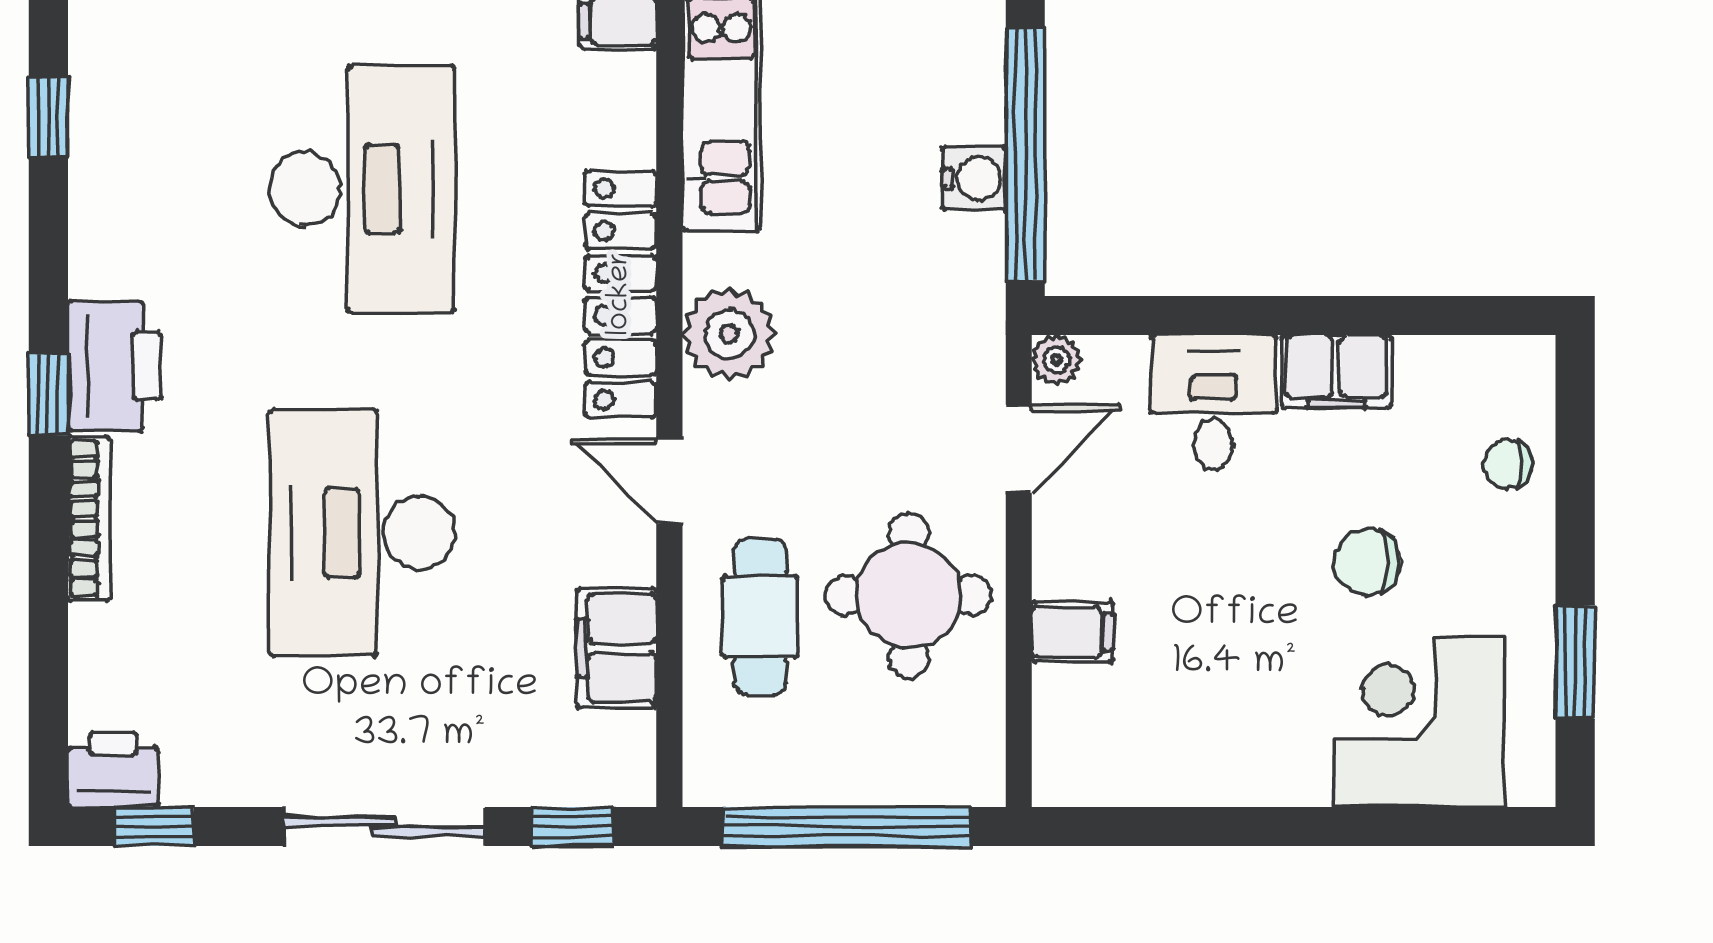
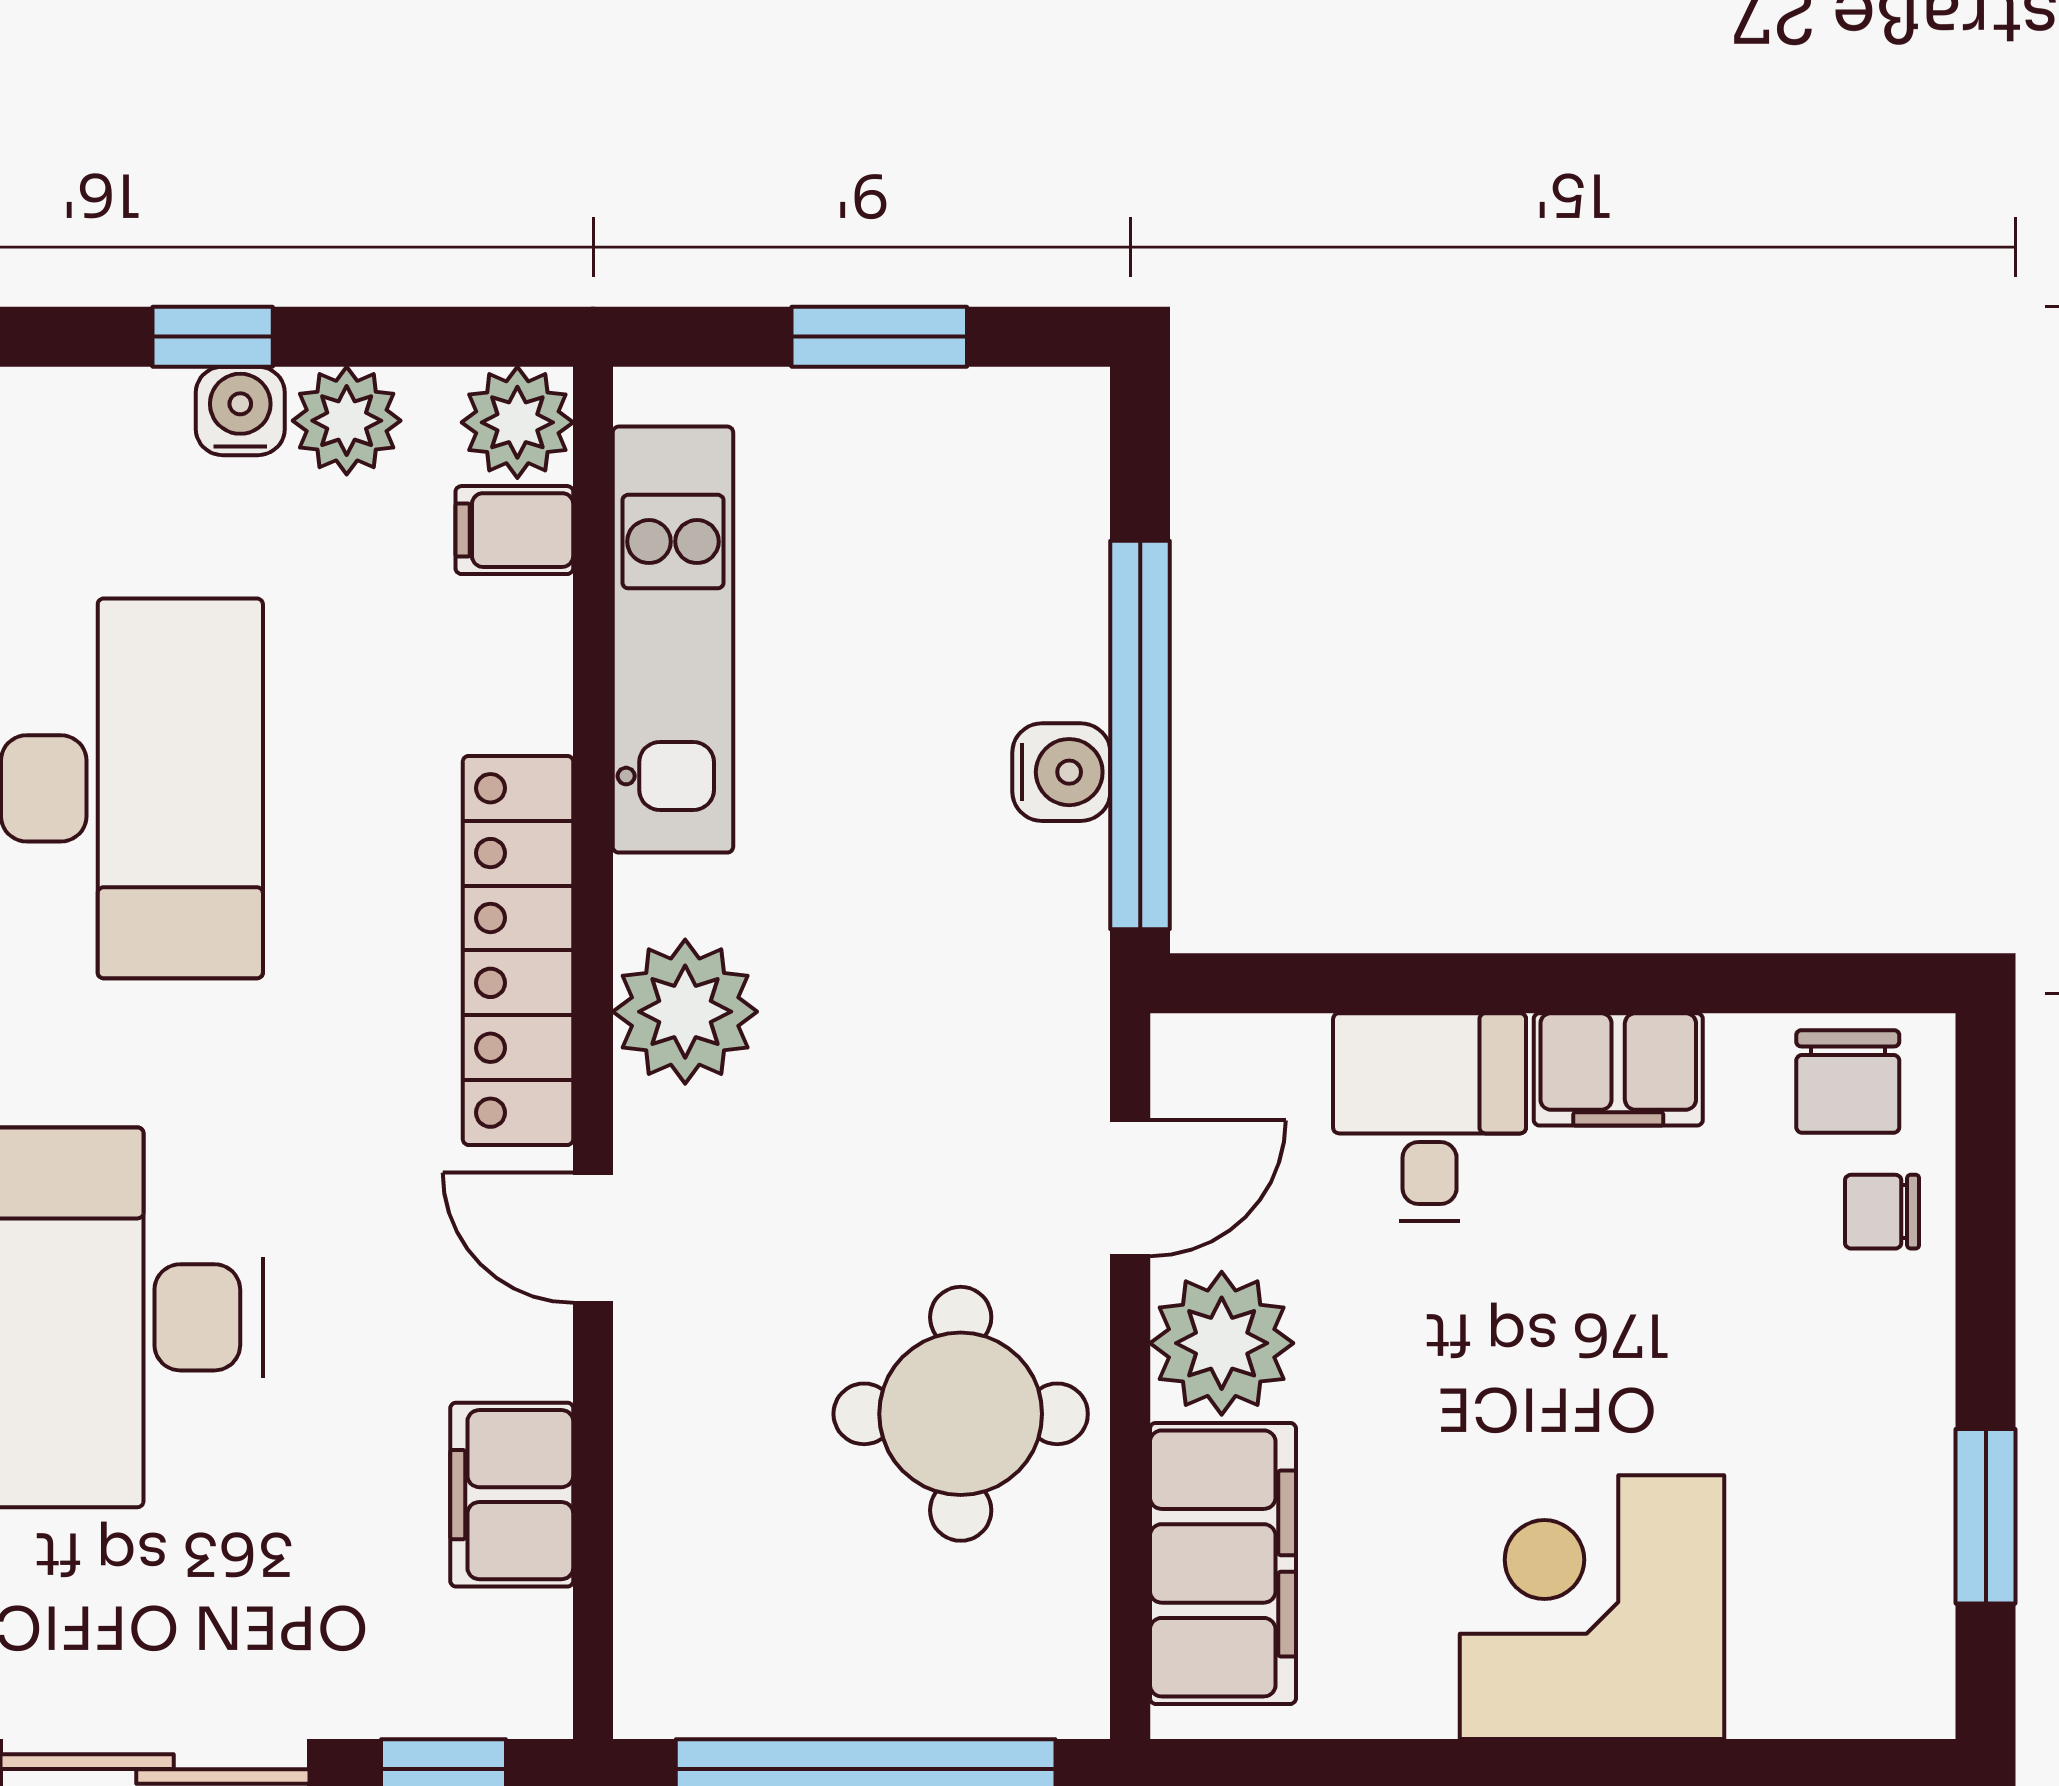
plant: (1057, 360) -> (1222, 1343), moved, width x1.88, depth x1.88
chair: (1367, 562) -> (1848, 1082), moved, turned -90
cafe table: (760, 617) -> (733, 1446), removed
filing cabinet: (1072, 632) -> (1223, 1563), width x3.00, depth x1.17
corner desk: (1419, 721) -> (1592, 1607), moved

